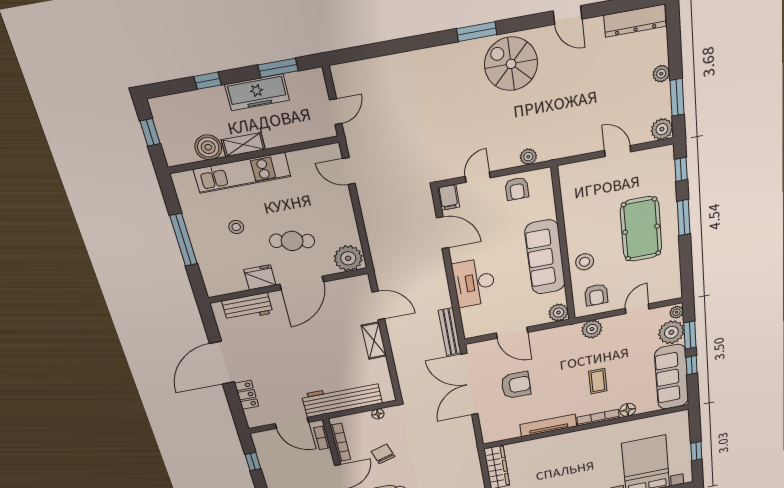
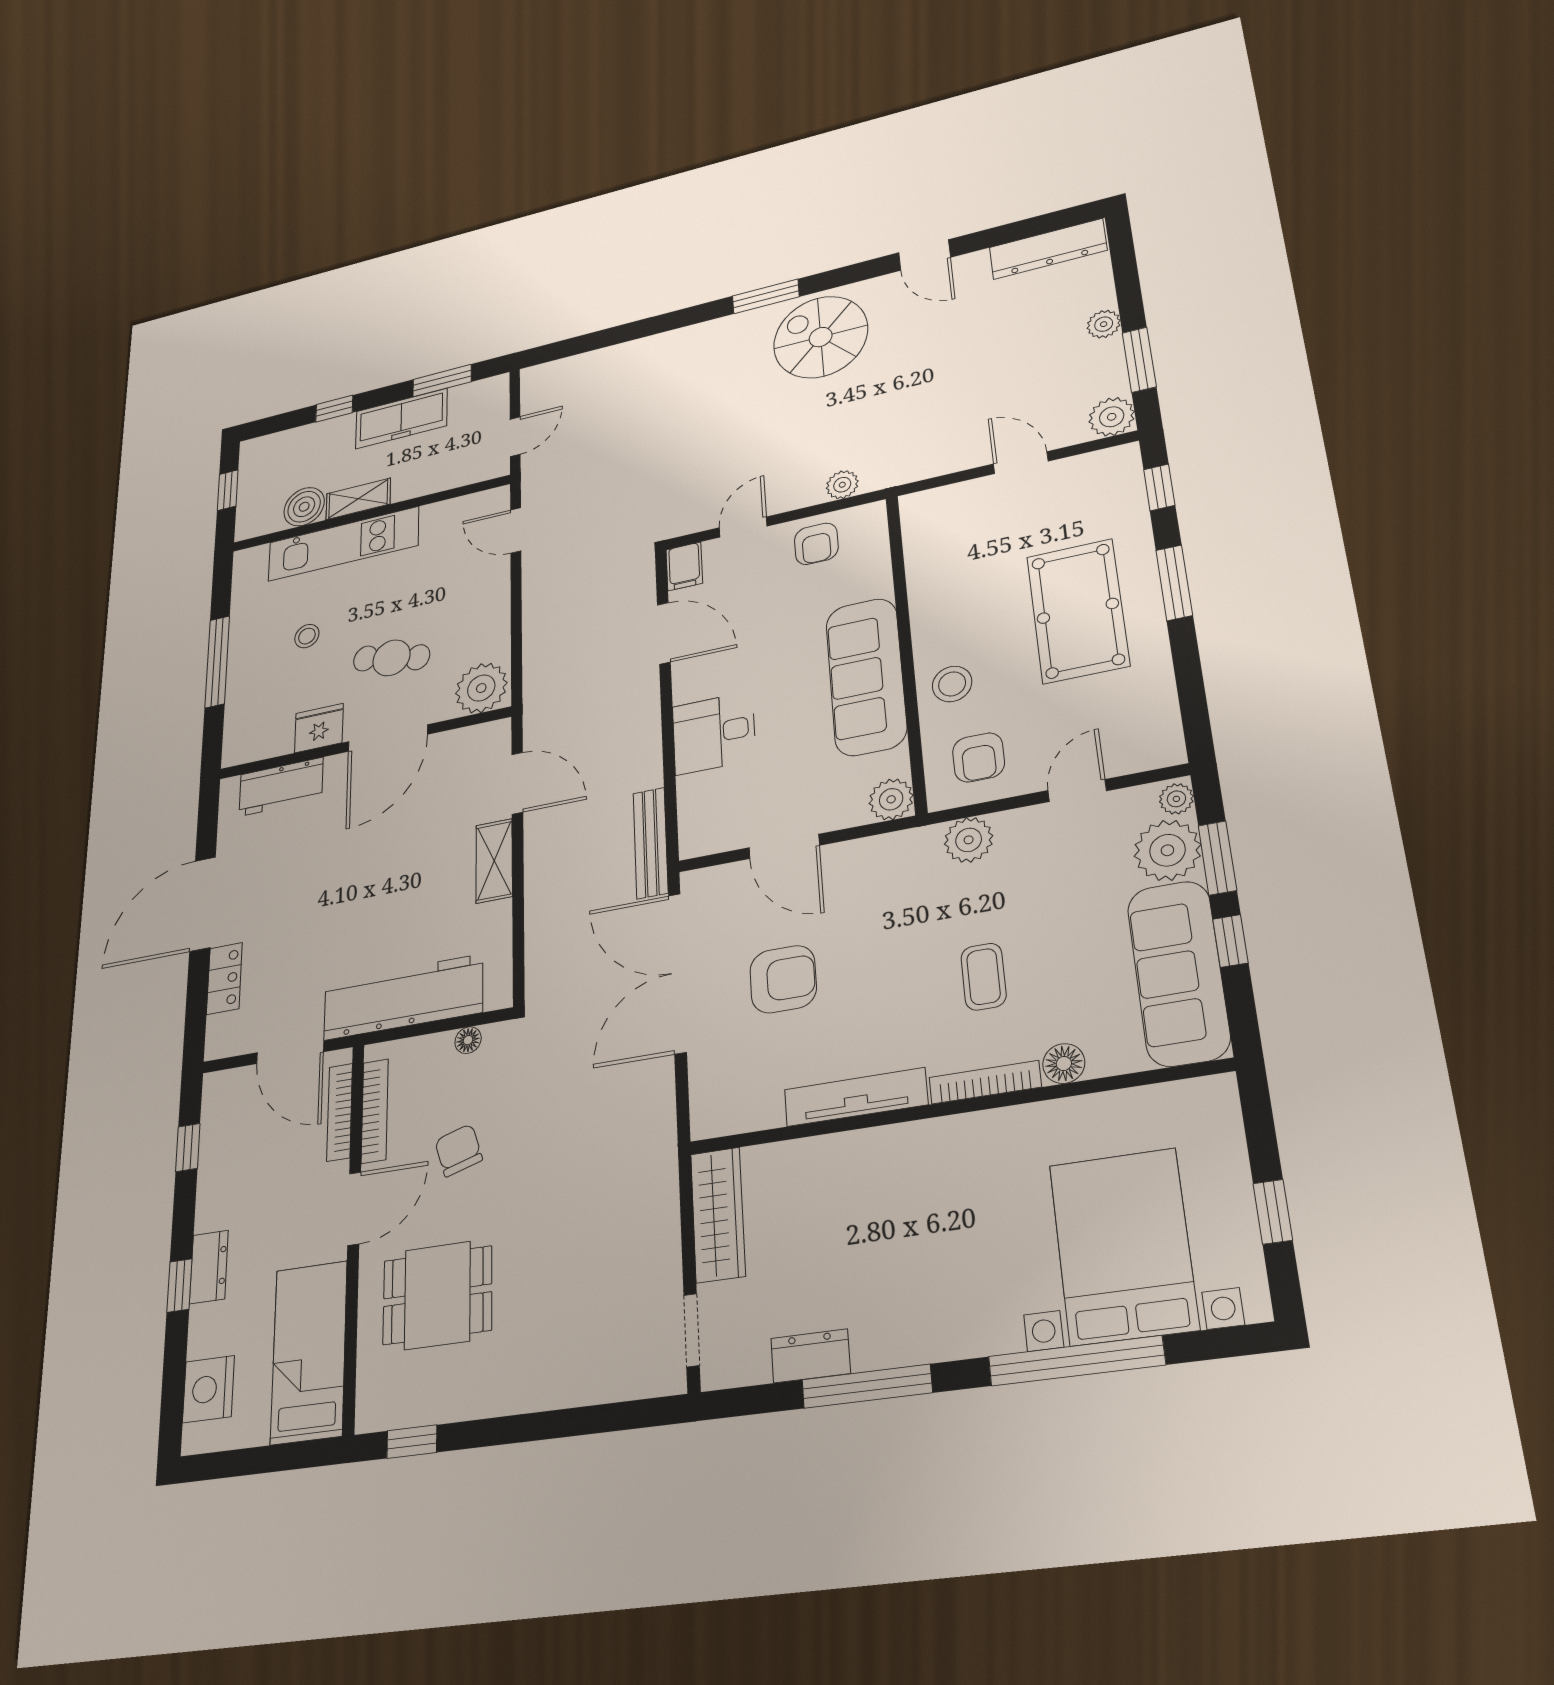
desk: (474, 283) -> (714, 733), width x0.73
bookcase: (322, 438) -> (340, 1112), width x1.56

